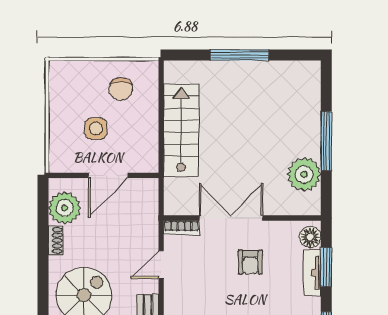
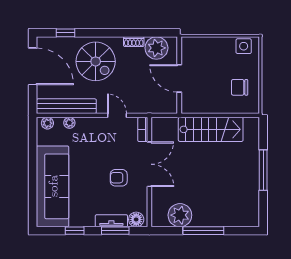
side table: (96, 128) -> (244, 46), moved

